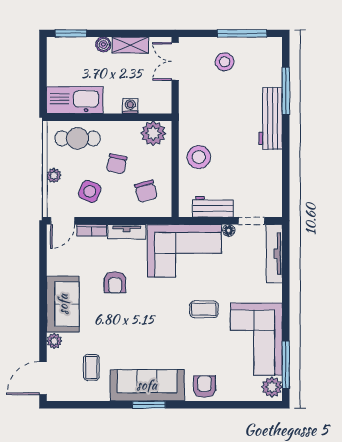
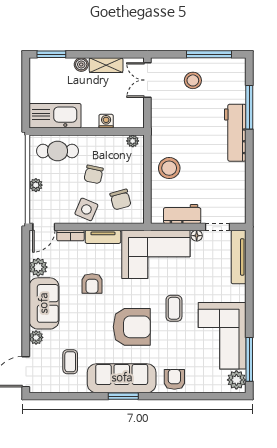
plant: (153, 133) -> (133, 141), width x0.53, depth x0.53
side table: (90, 191) -> (86, 209), moved
plant: (57, 265) -> (38, 267), added
coffee table: (204, 309) -> (174, 308), turned 90
armchair: (158, 330) -> (132, 327), added

